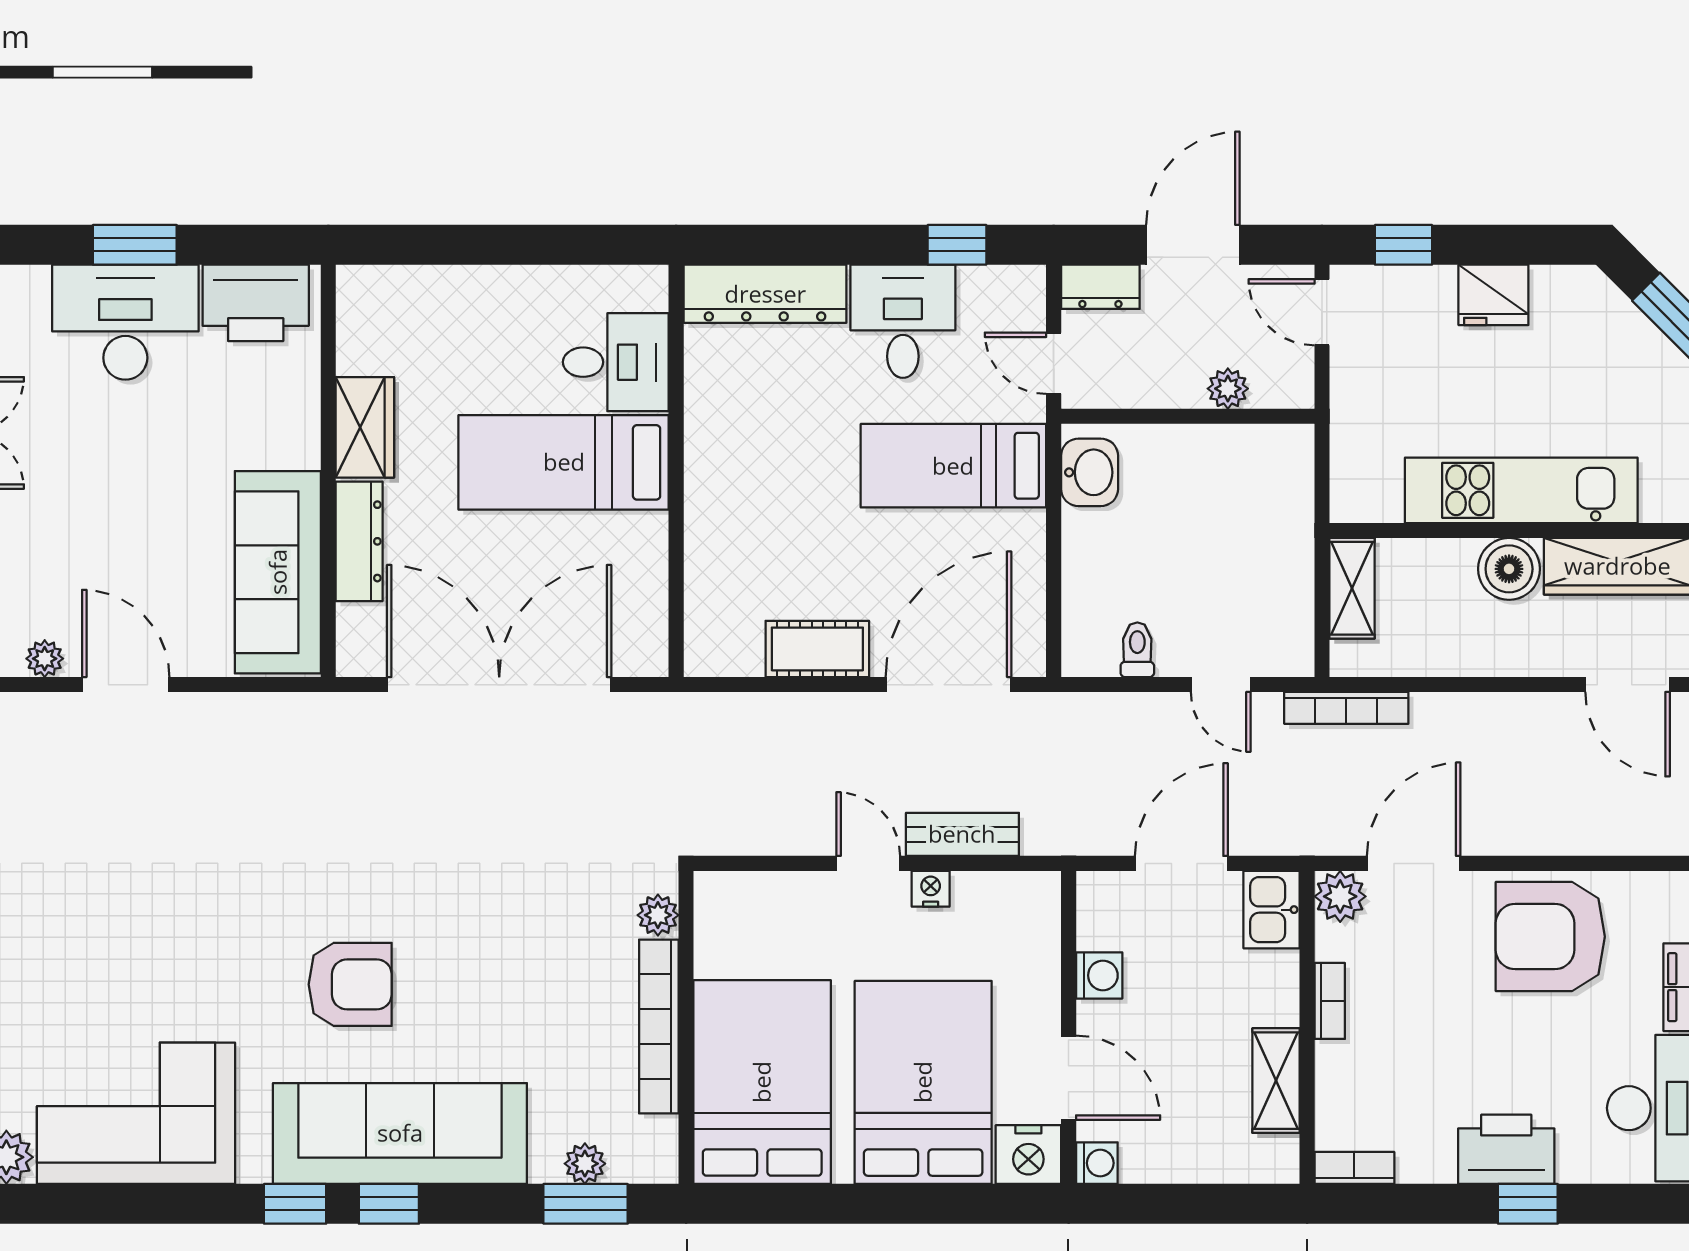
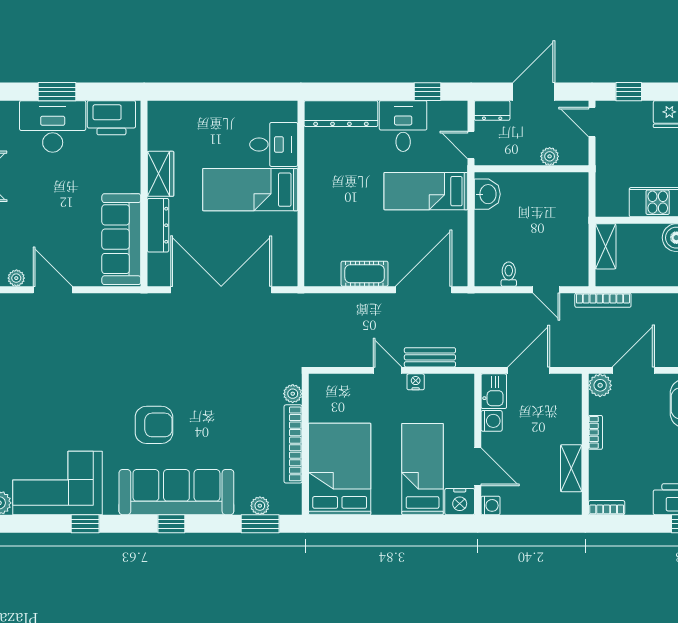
kitchen sink: (1272, 910) -> (494, 391), moved, turned 180
bed: (923, 1082) -> (423, 469), width x0.67
window: (295, 1204) -> (85, 524), moved

